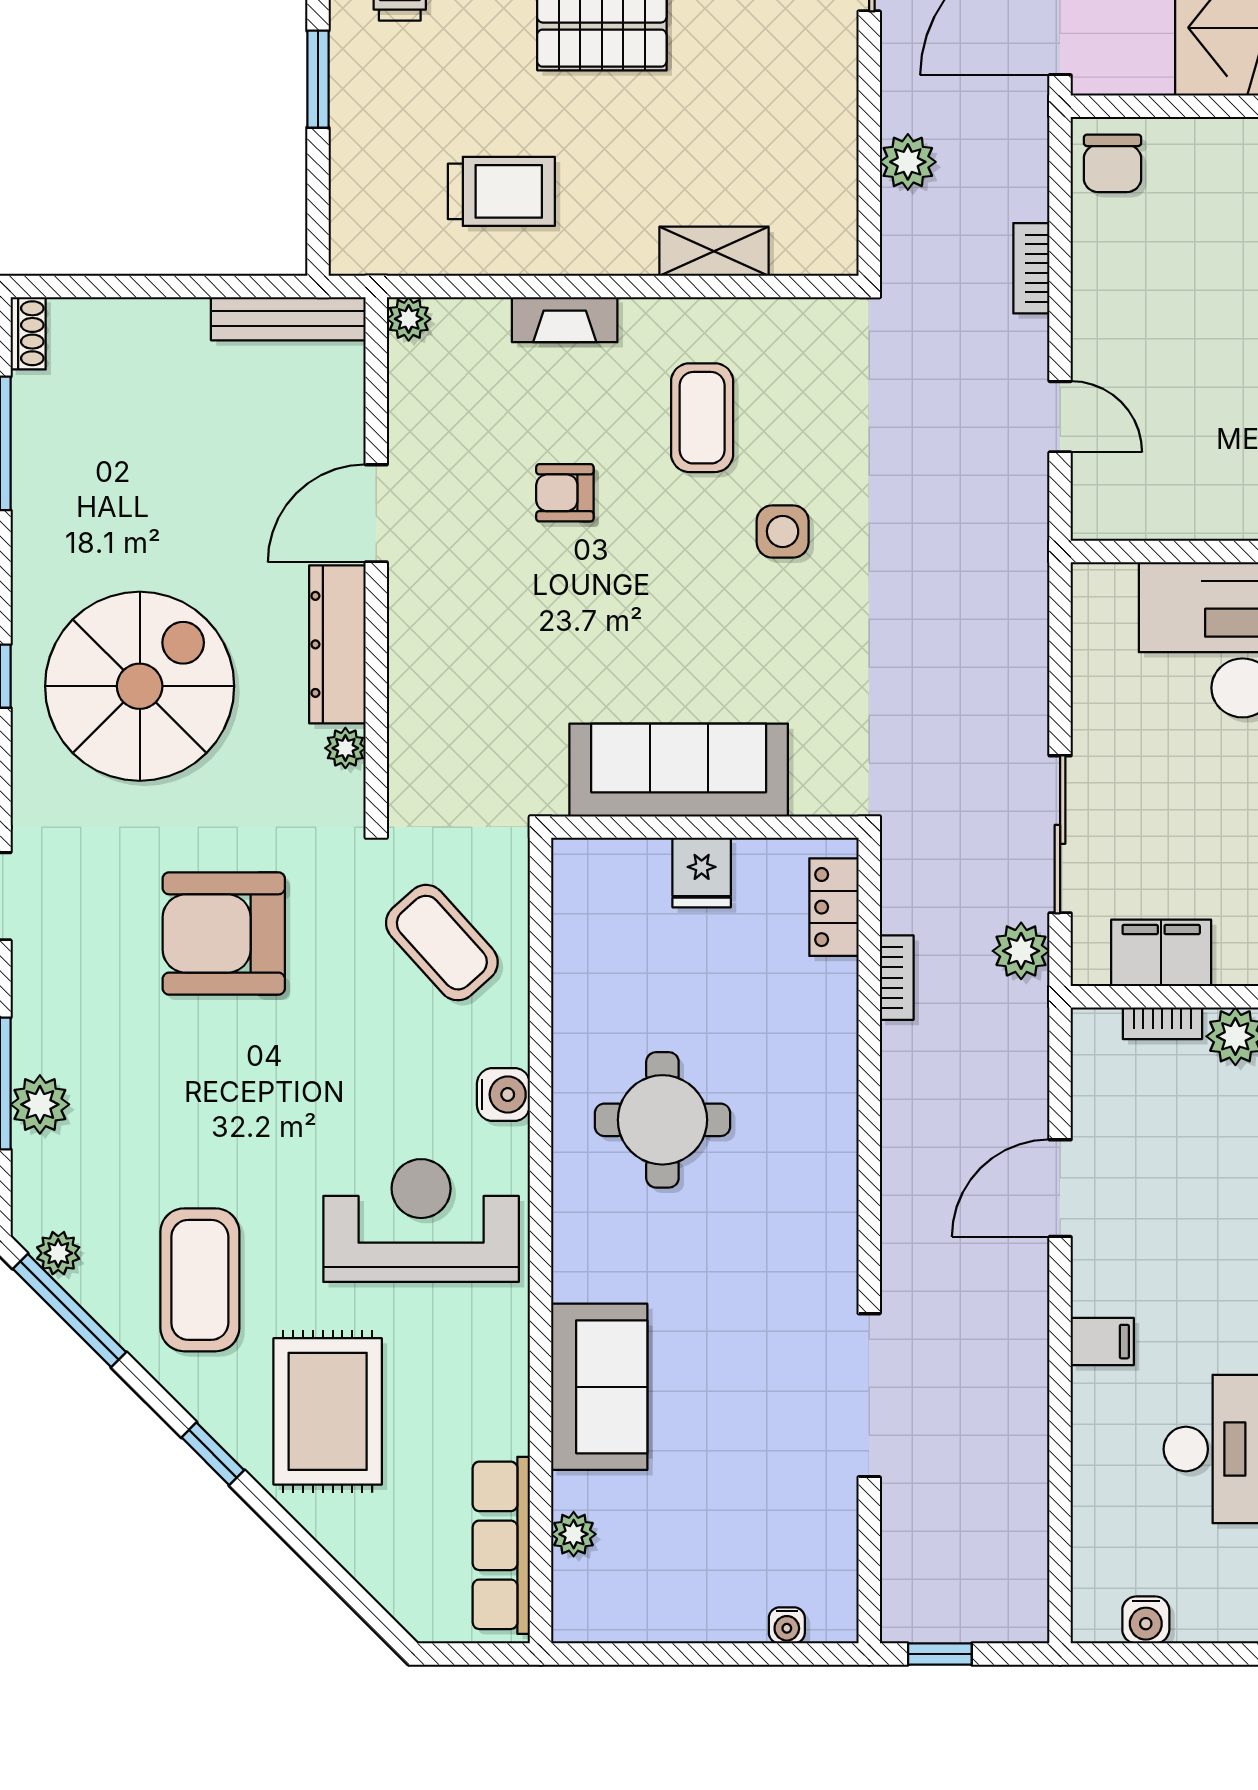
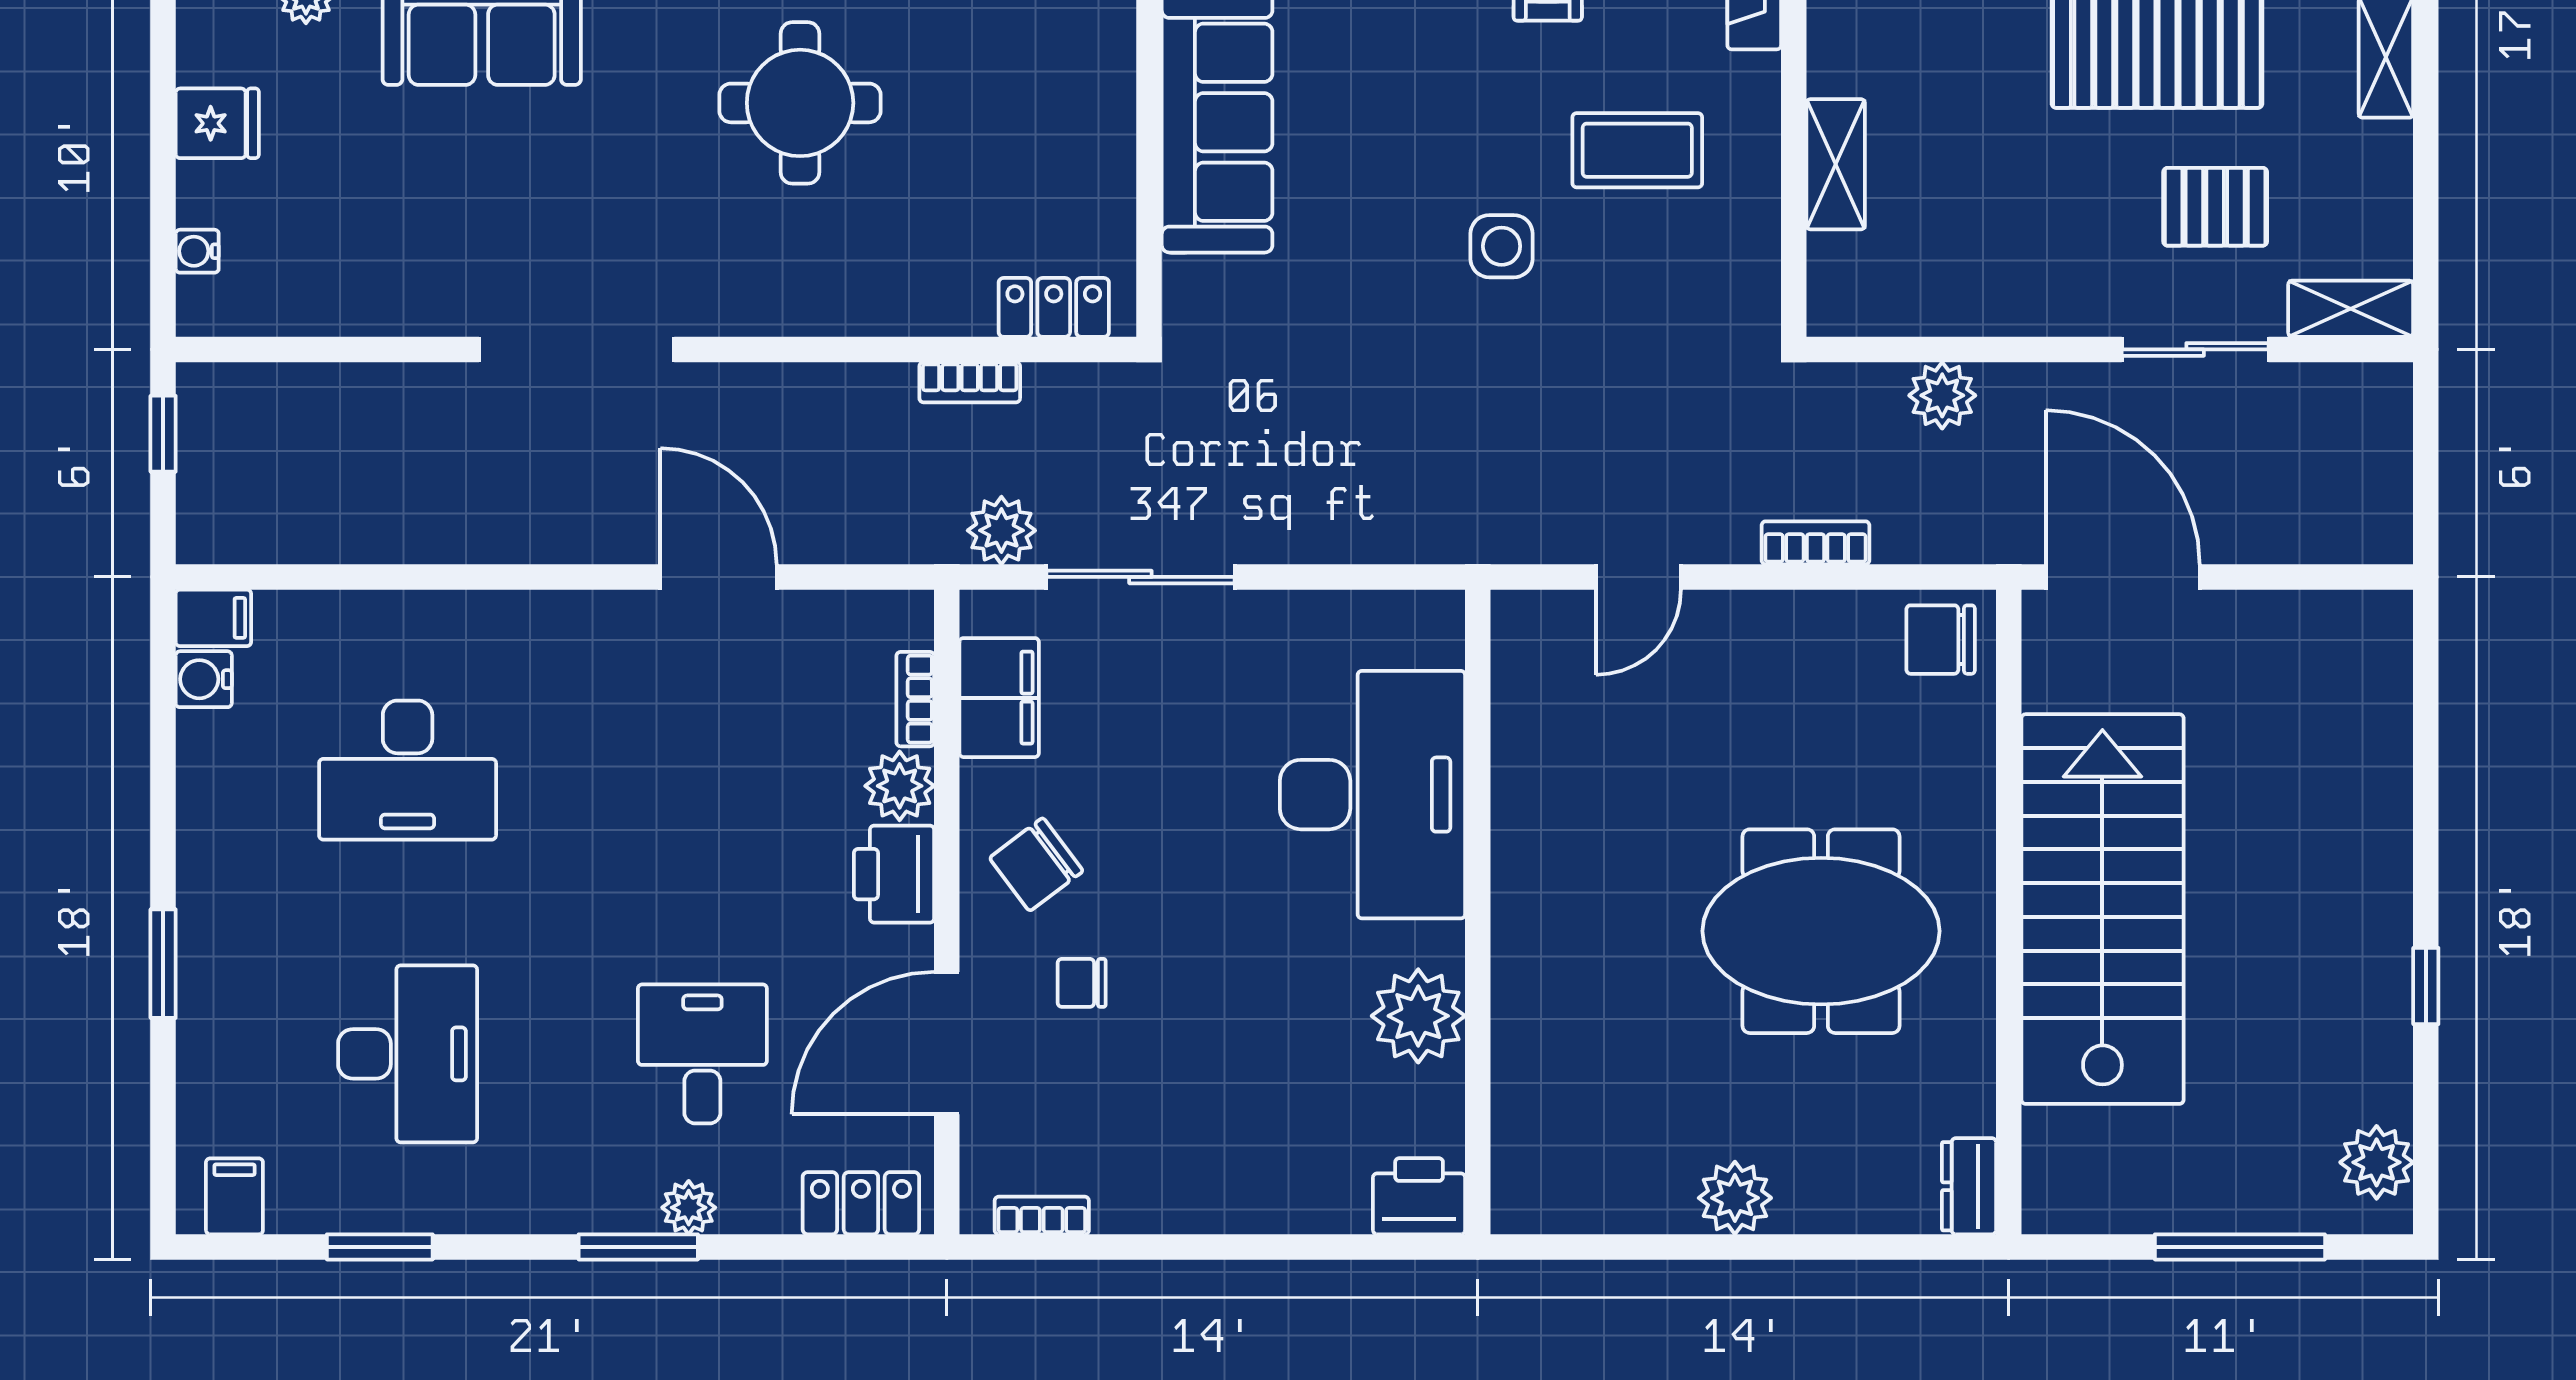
fridge: (702, 873) -> (217, 123), moved, turned 180
filing cabinet: (1102, 1342) -> (213, 618), moved, turned -90
doorway: (869, 1395) -> (577, 349), moved

